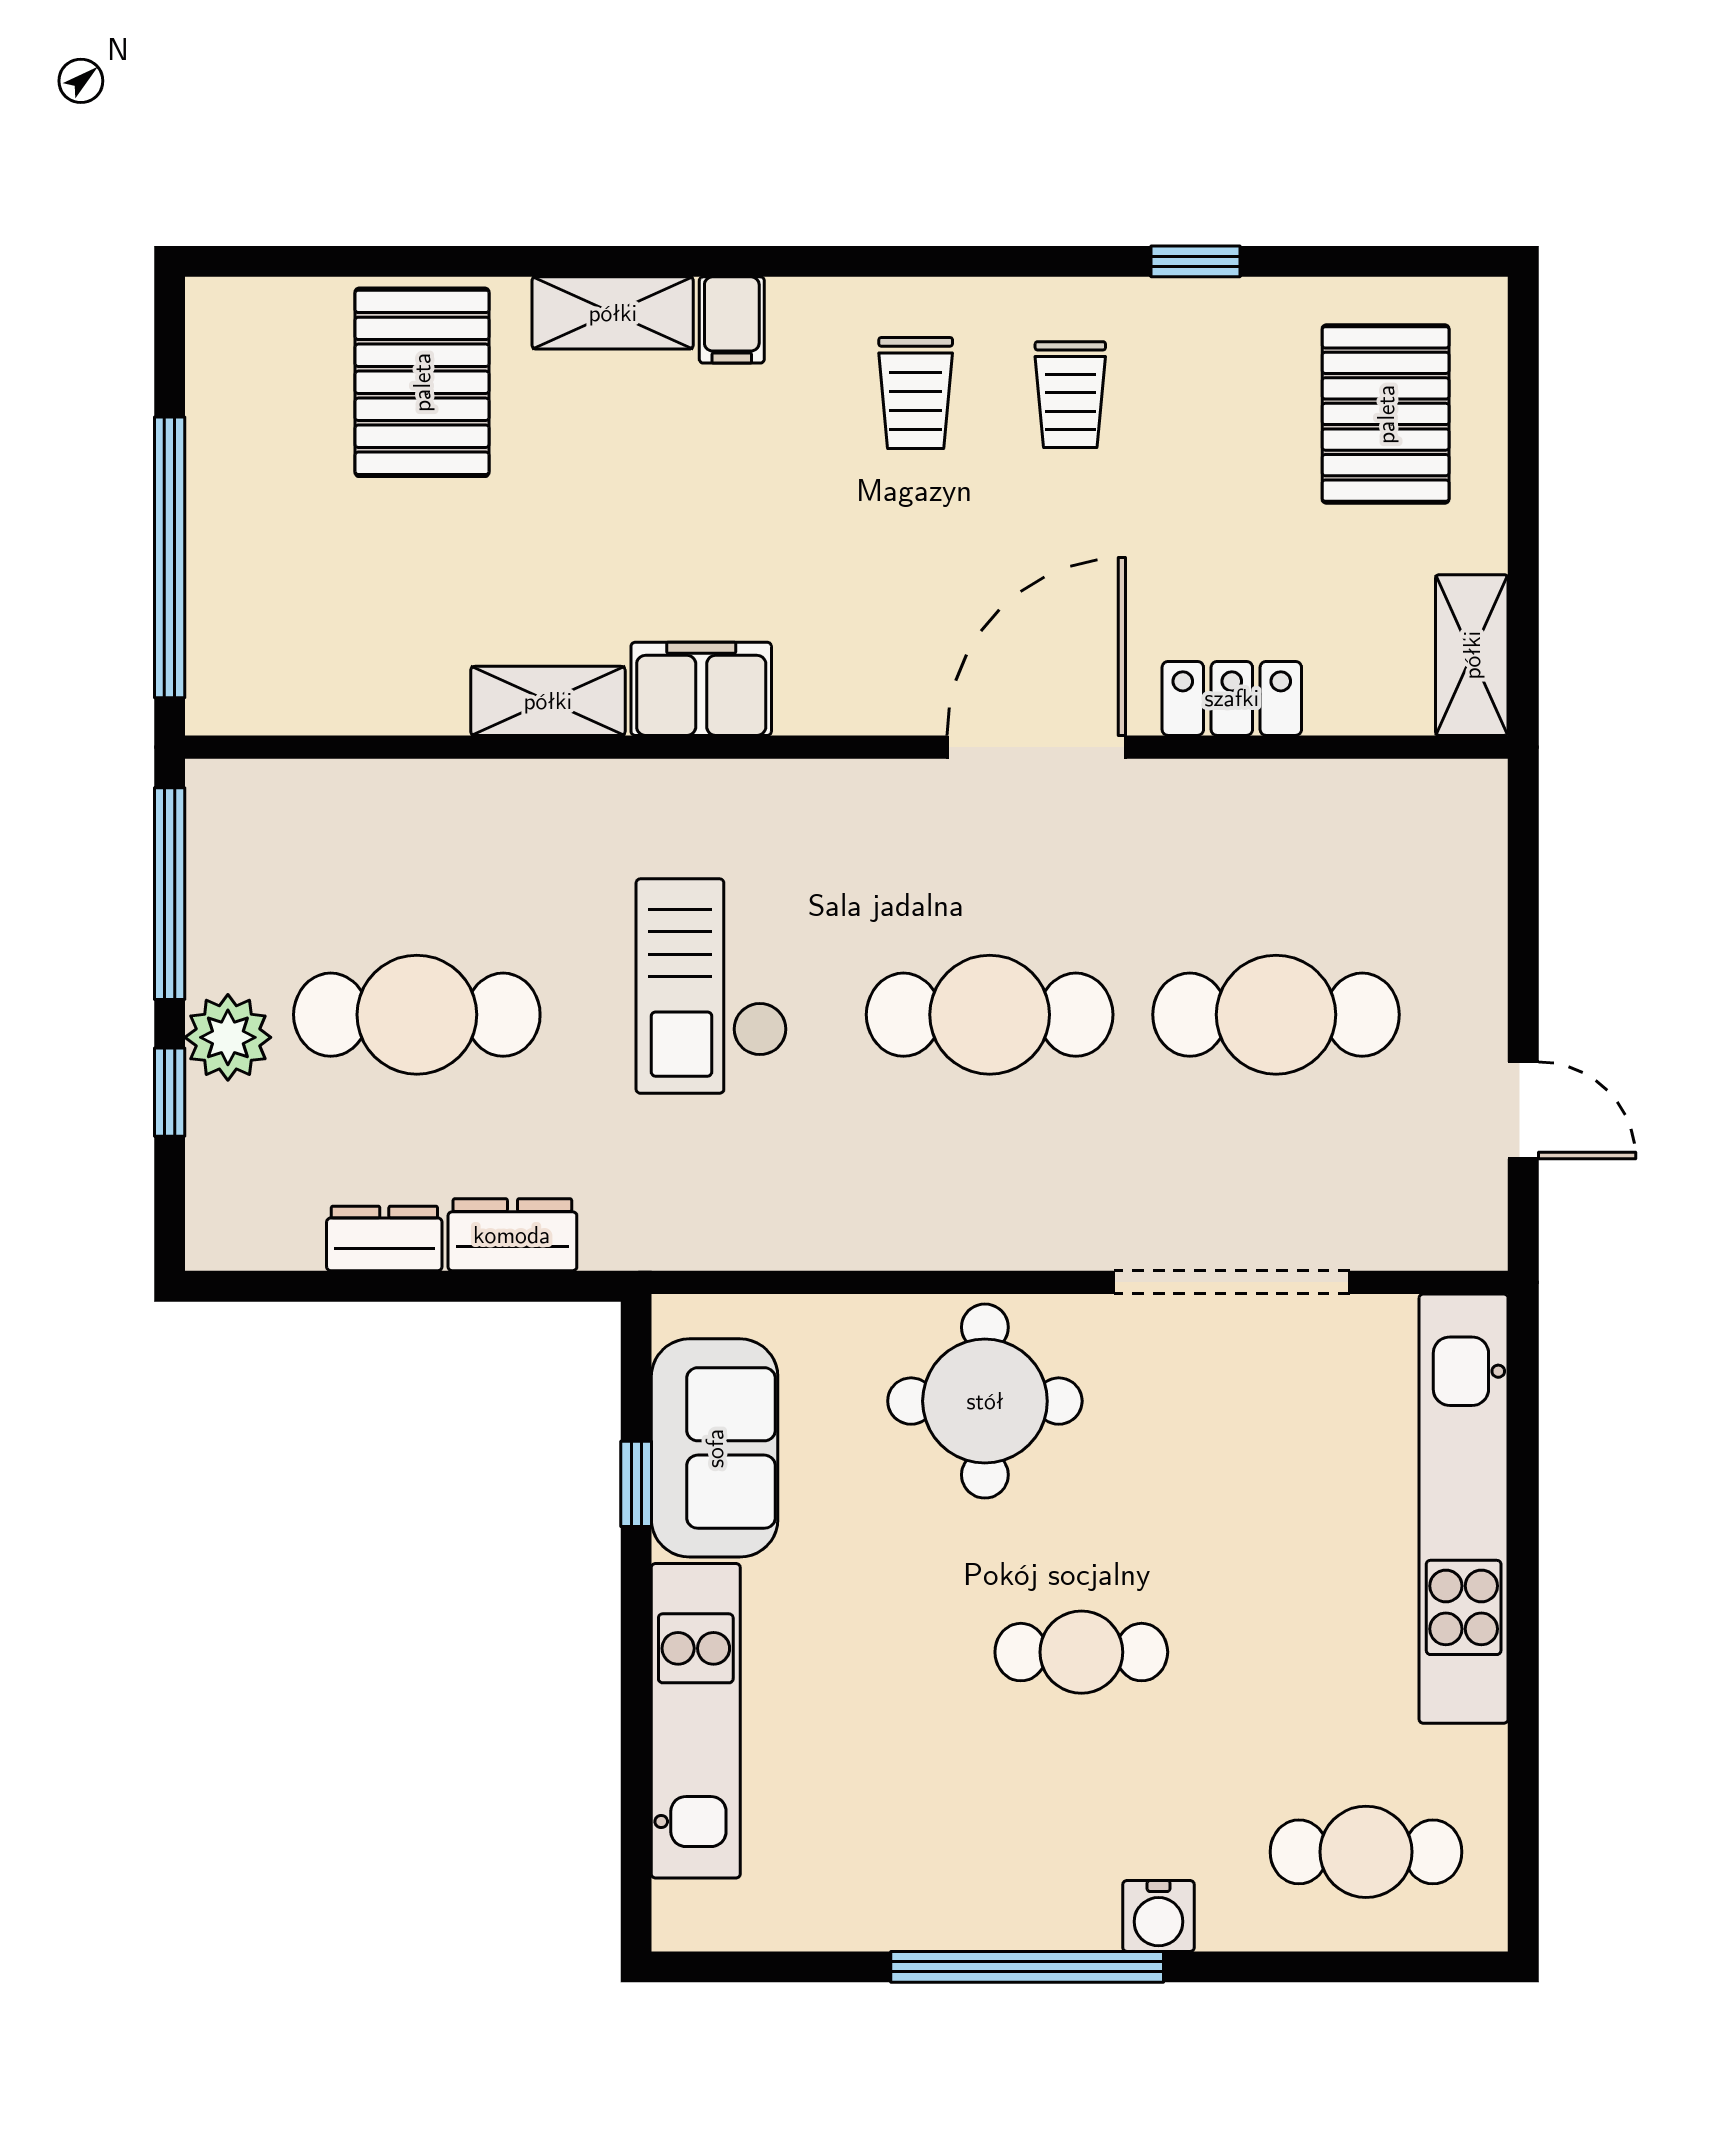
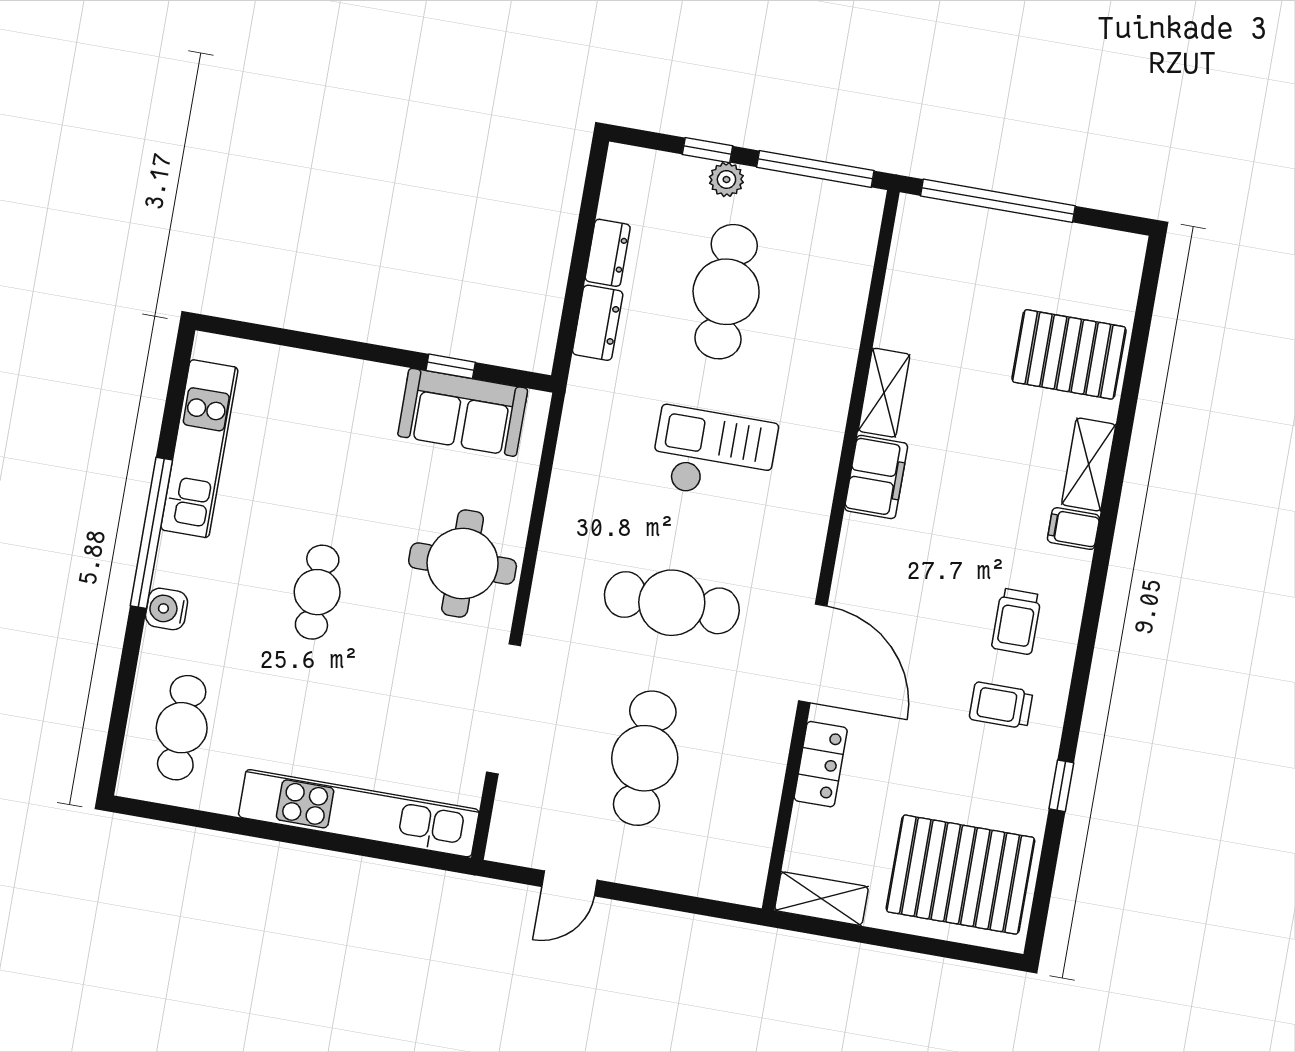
trolley: (916, 393) -> (1016, 621), turned -90
pallet: (1386, 414) -> (960, 875), width x1.37, depth x1.41
cafe table: (990, 1015) -> (672, 603), turned 90
plant: (228, 1037) -> (726, 180), width x0.73, depth x0.73
kitchen unit: (696, 1721) -> (199, 449), moved, turned -90

